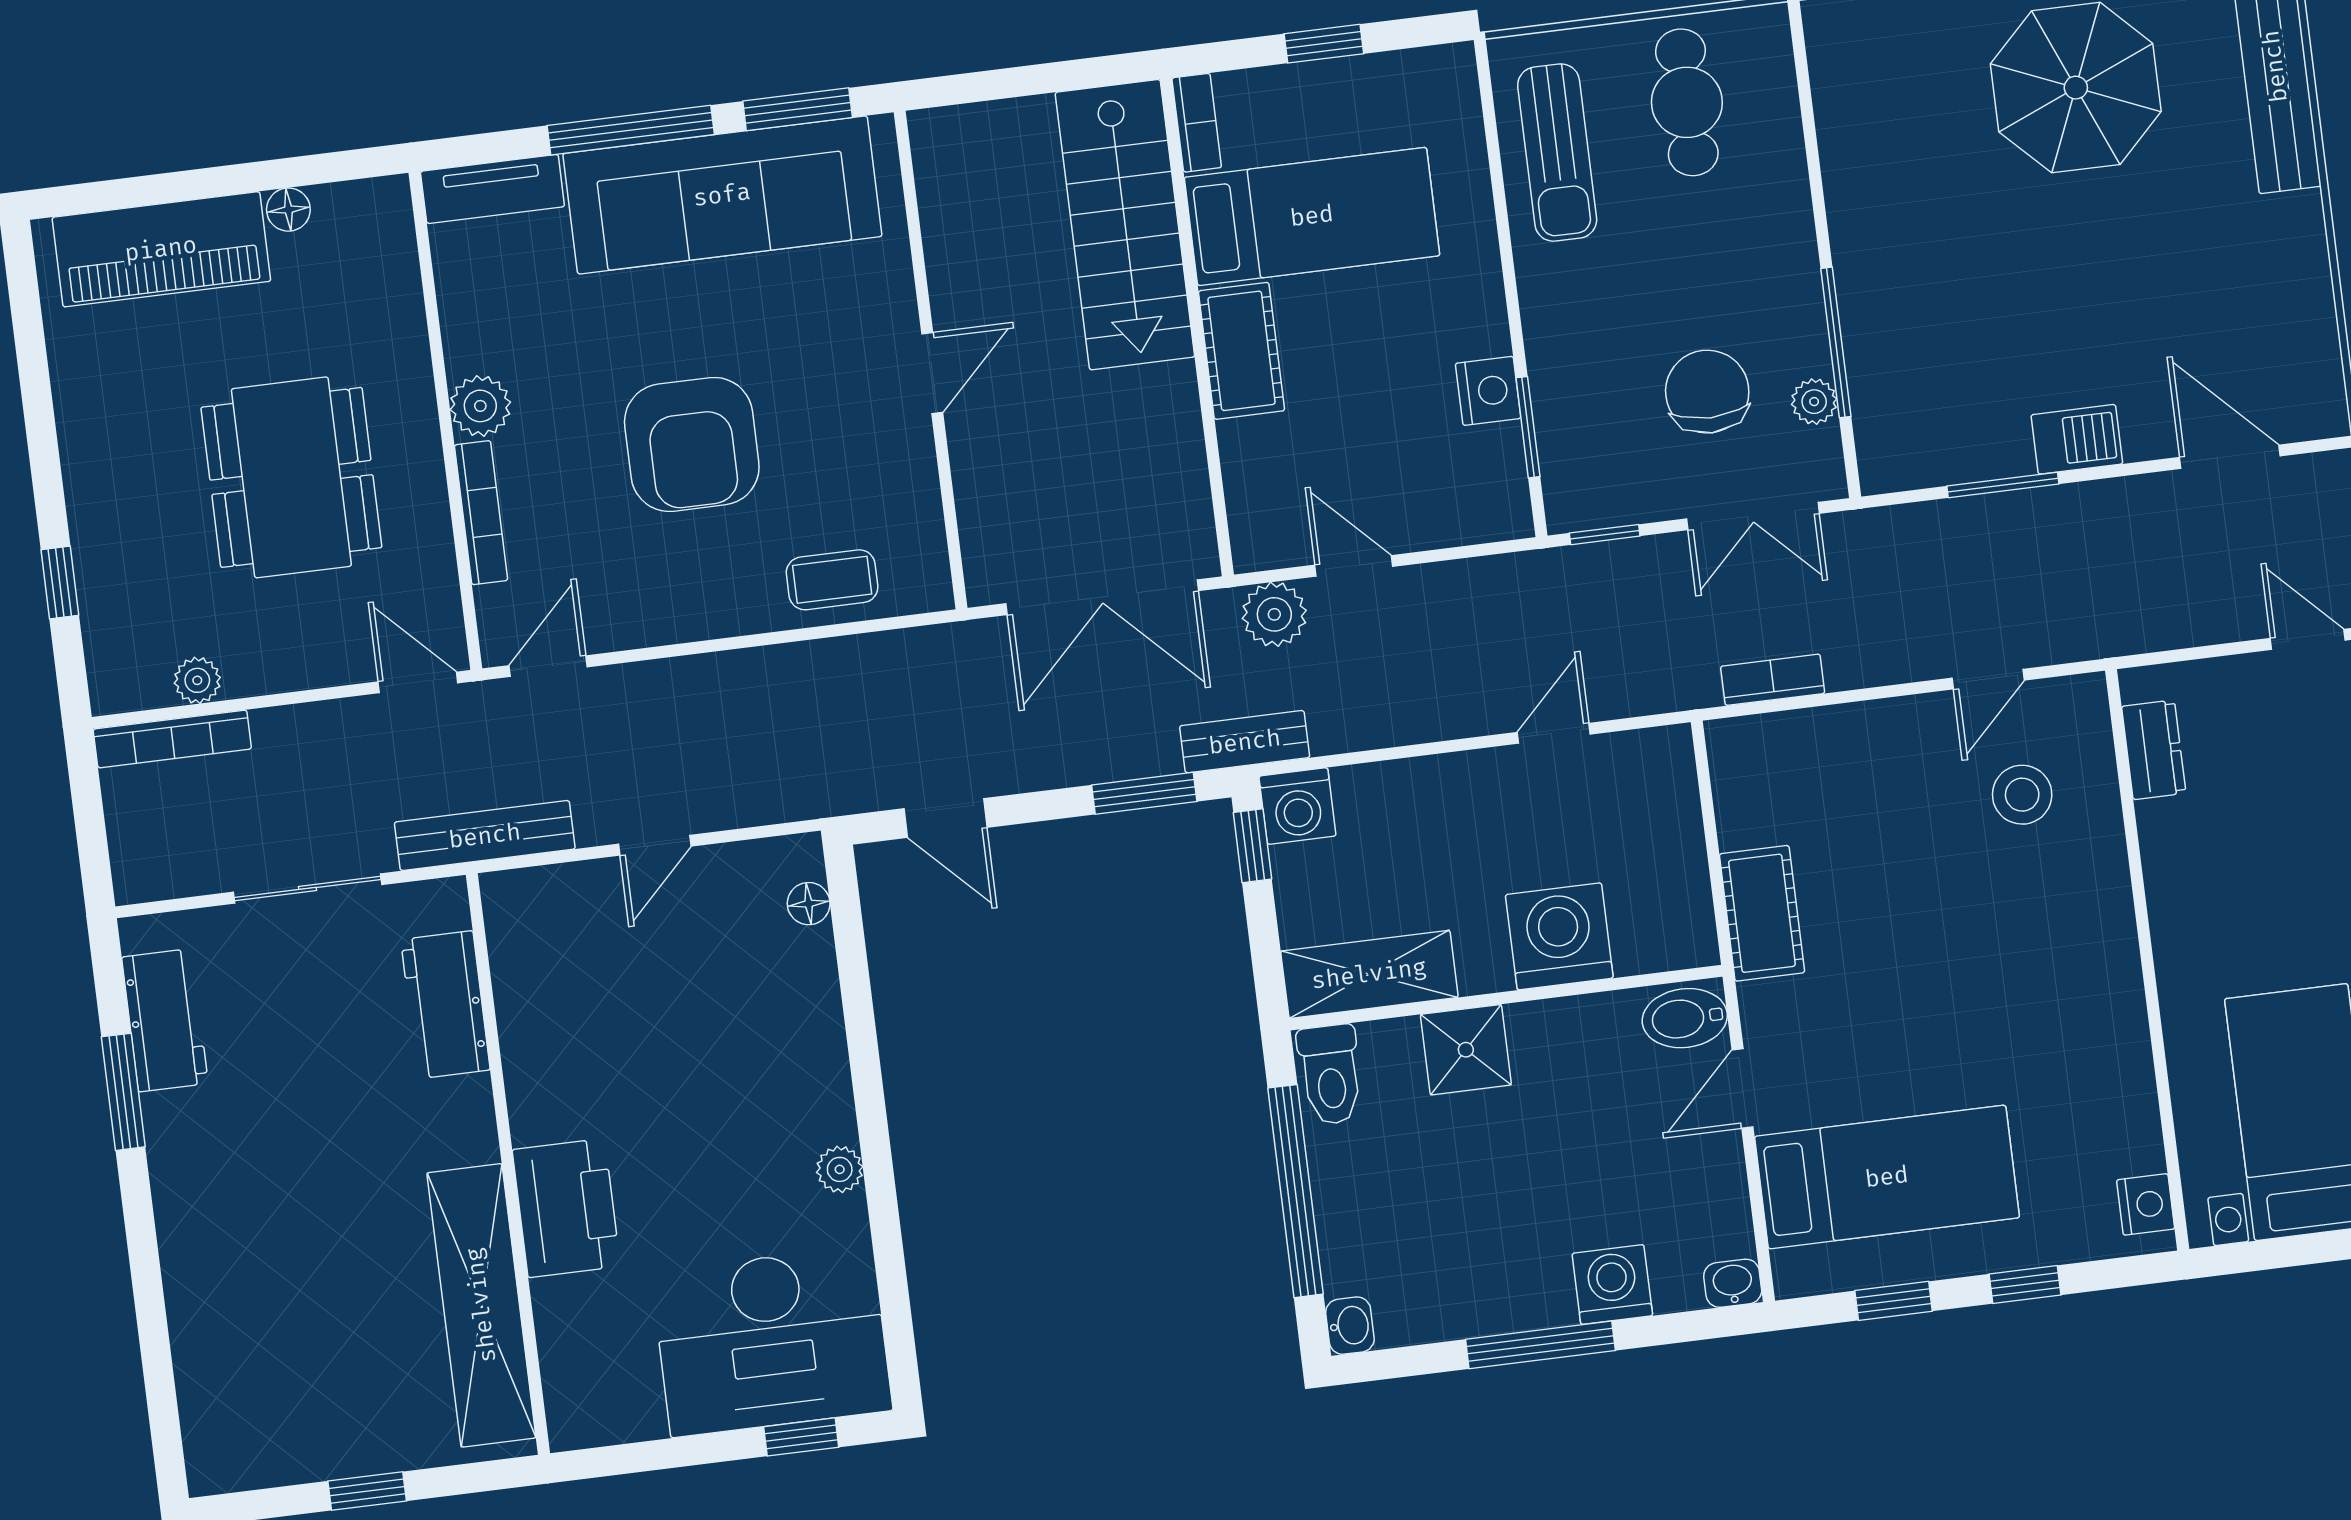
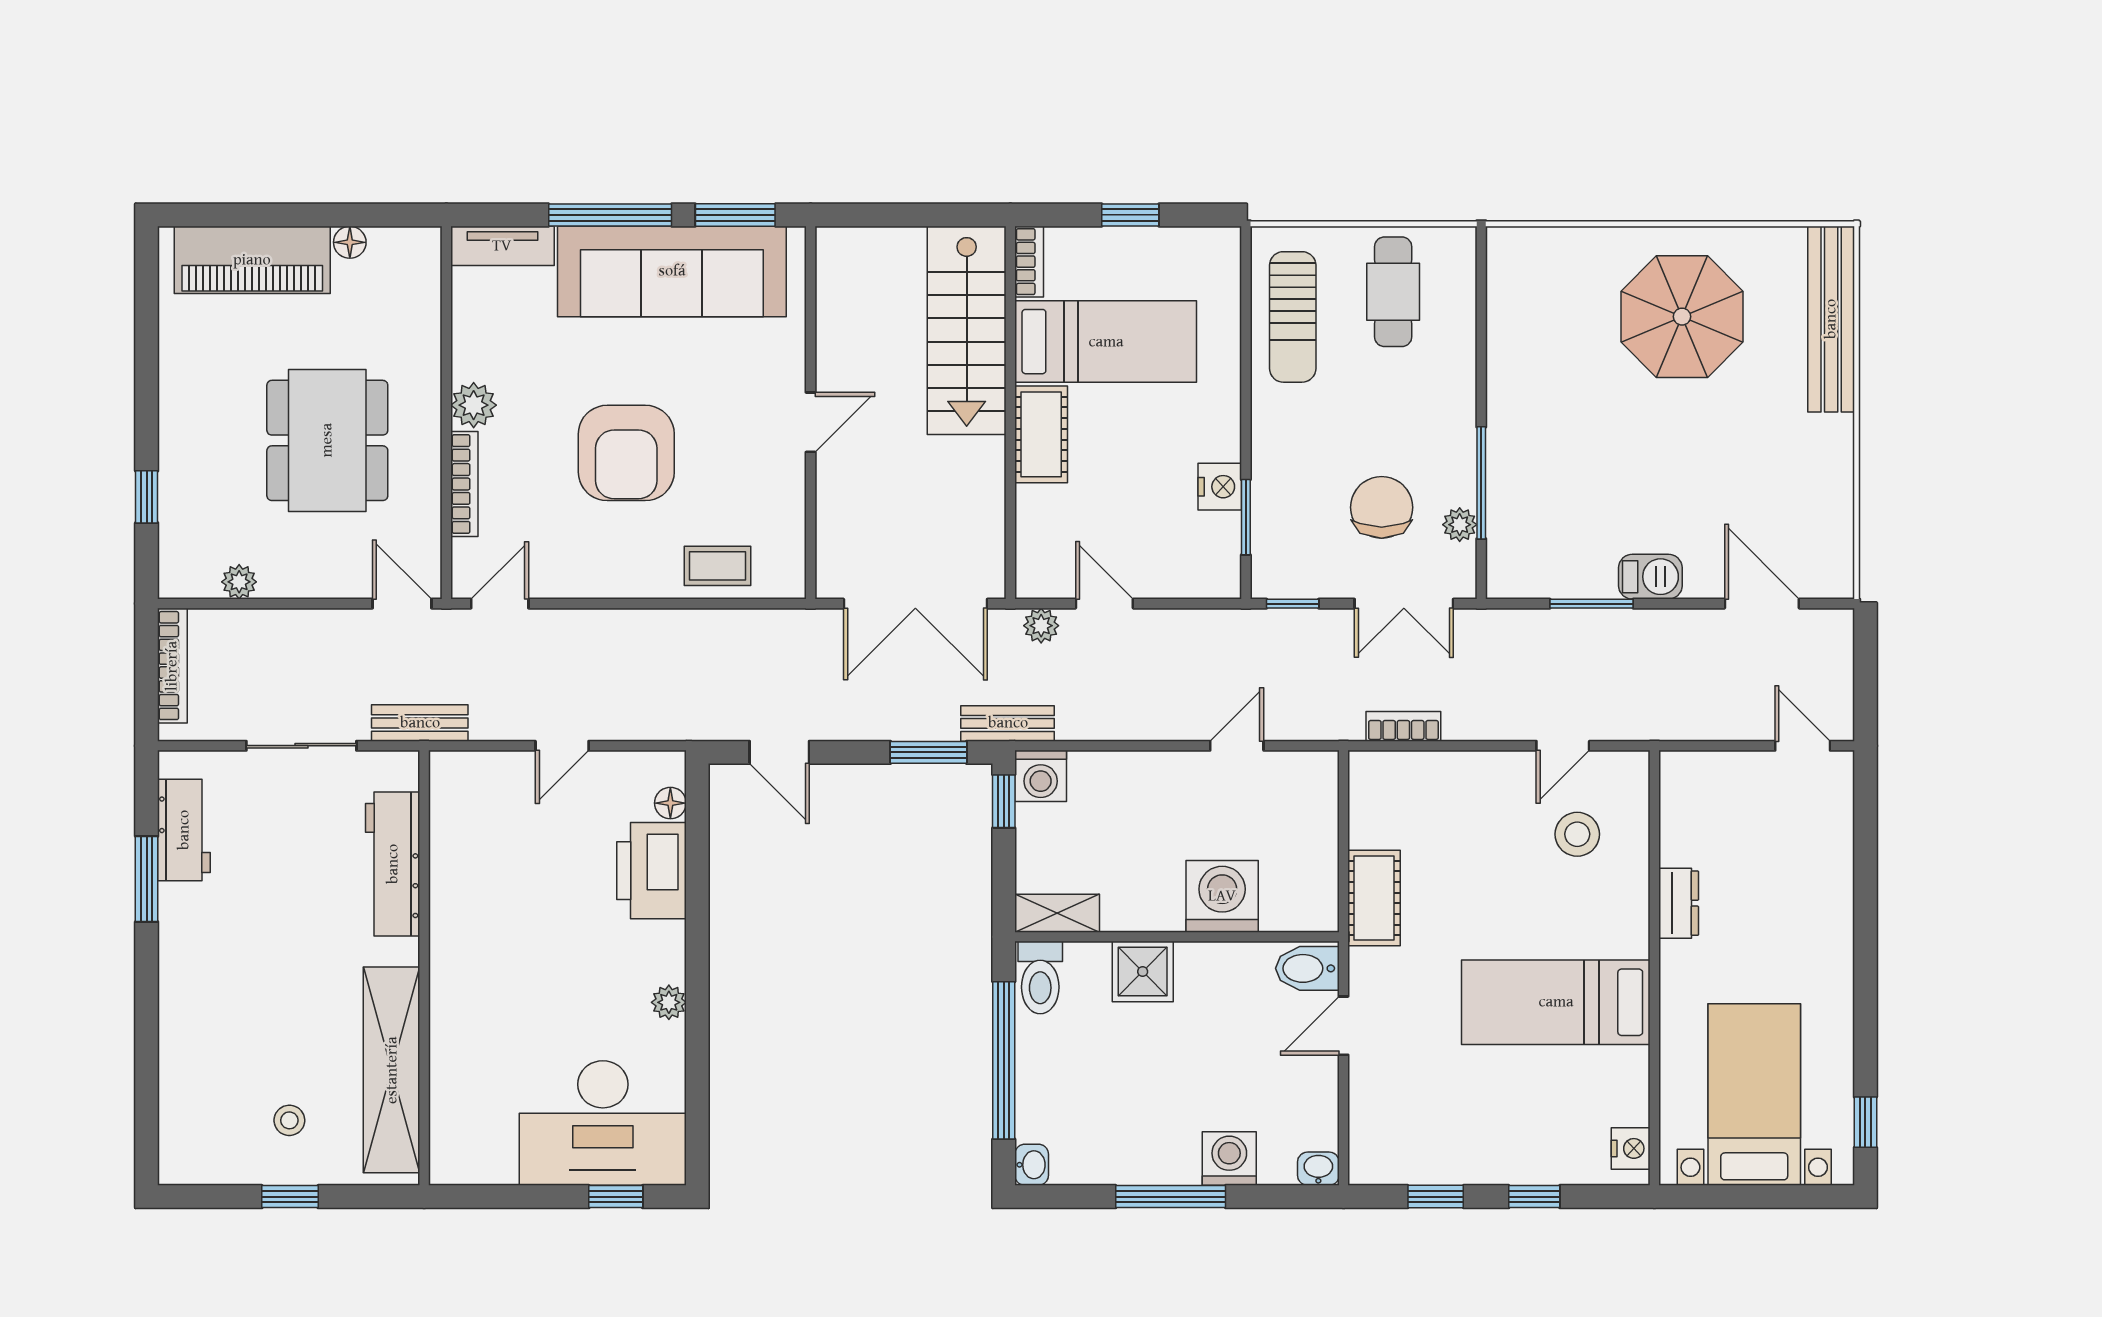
plant: (1274, 614) -> (1041, 626), width x0.73, depth x0.73
bookcase: (172, 739) -> (172, 666), moved, turned -90
dresser: (2154, 750) -> (1679, 903), moved
bench: (485, 836) -> (420, 723), width x0.73
shelving: (1369, 974) -> (1057, 913), width x0.67, depth x0.75
workbench: (445, 1005) -> (393, 864), width x1.38
bed: (1887, 1177) -> (1556, 1002), moved, turned 180
printer: (566, 1208) -> (652, 871), moved, turned 180
stool: (354, 1390) -> (289, 1120), added

